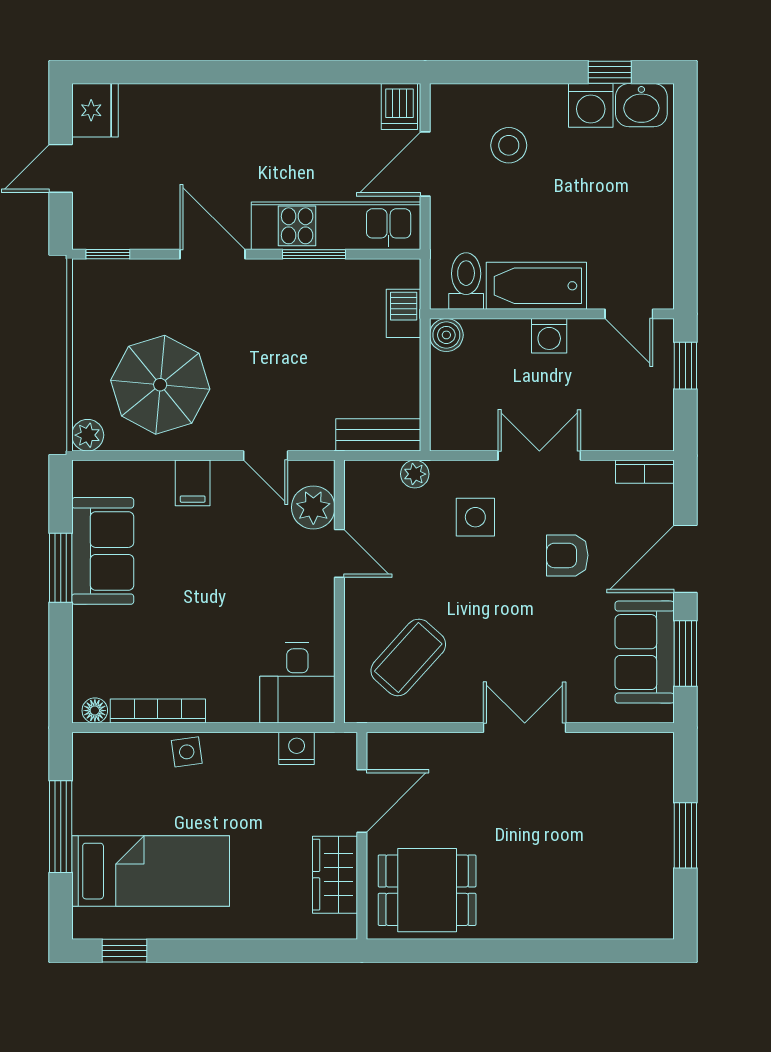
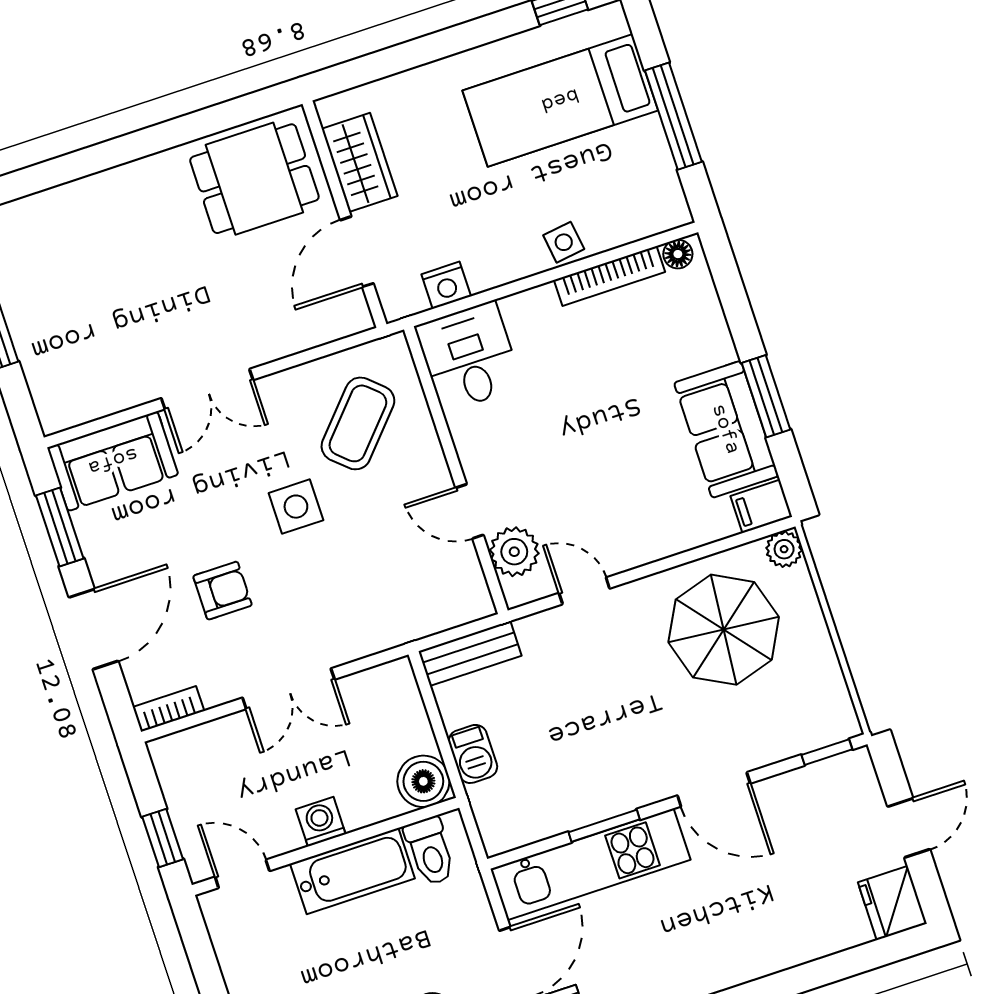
barbecue: (404, 313) -> (473, 754), moved
boiler: (446, 335) -> (423, 781), width x1.36, depth x1.36
plant: (415, 474) -> (417, 624), removed
filing cabinet: (193, 483) -> (761, 506), moved, turned -90
side table: (475, 517) -> (296, 507), moved
sofa: (645, 652) -> (113, 461), moved, turned 90

